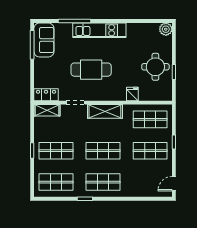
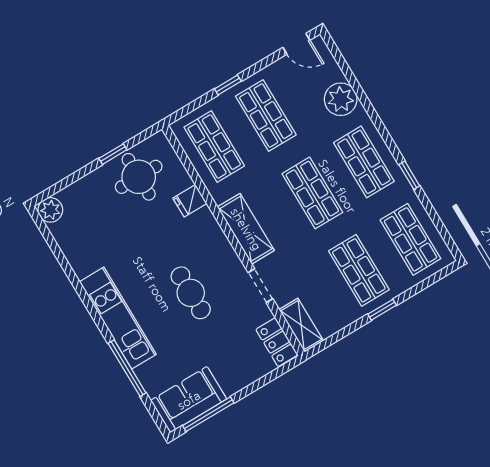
round table: (155, 67) -> (139, 177), moved
cafe table: (91, 70) -> (191, 293), width x0.73, depth x0.74
plant: (137, 188) -> (341, 99), added

